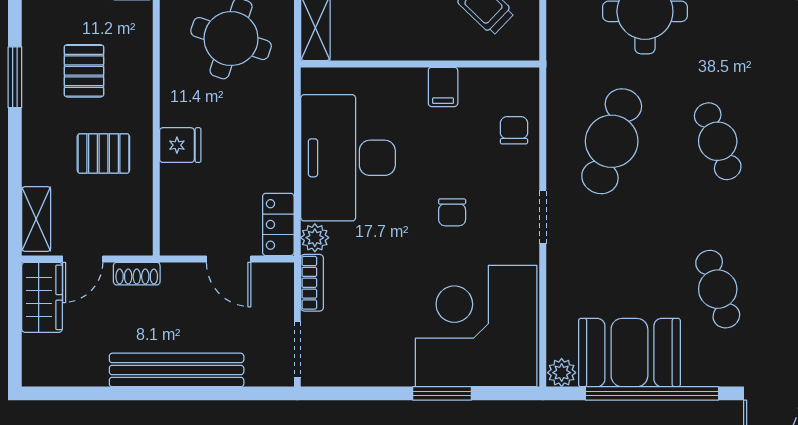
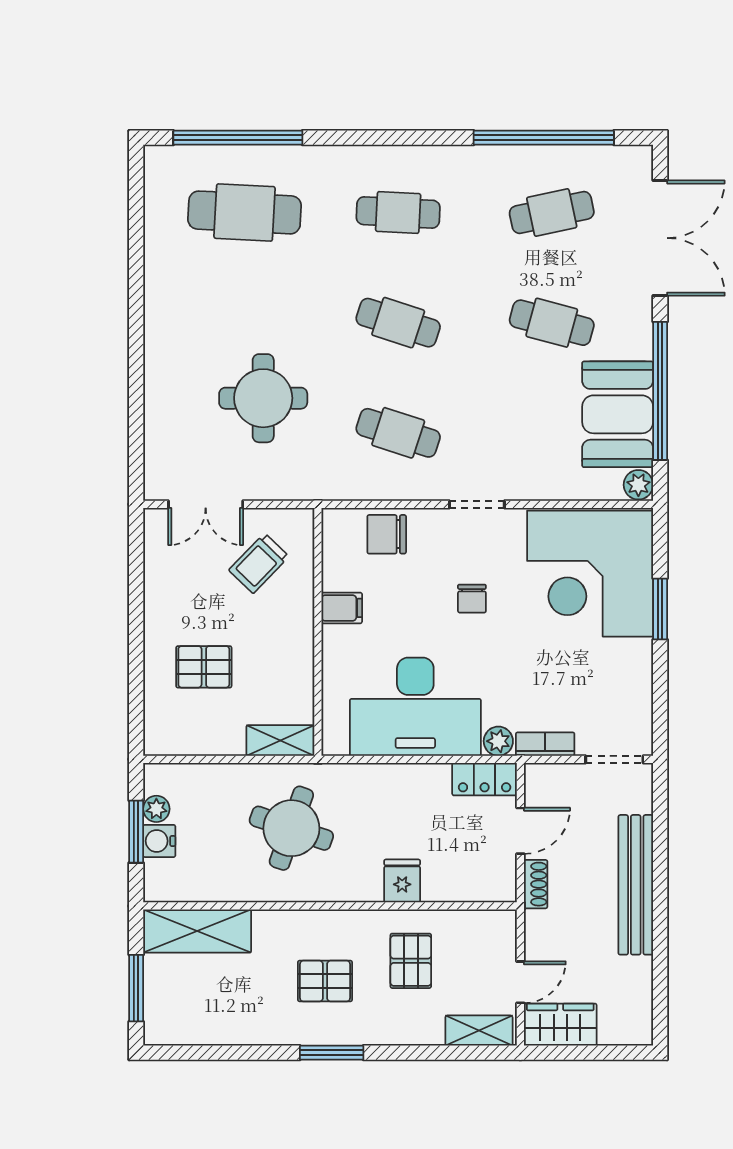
chair: (514, 130) -> (387, 534), width x1.37, depth x1.37
cafe table: (612, 141) -> (398, 433), width x0.73, depth x0.74
cafe table: (718, 141) -> (398, 323), turned 39
chair: (452, 212) -> (472, 599), turned 90
door: (83, 259) -> (520, 982), hinge flipped
shoe rack: (137, 274) -> (536, 884), moved
cafe table: (718, 289) -> (552, 323), turned 33

